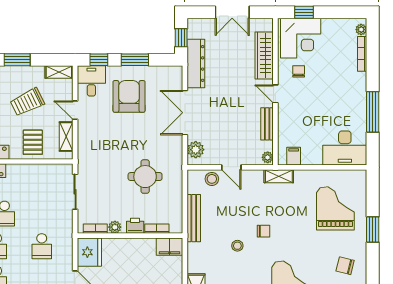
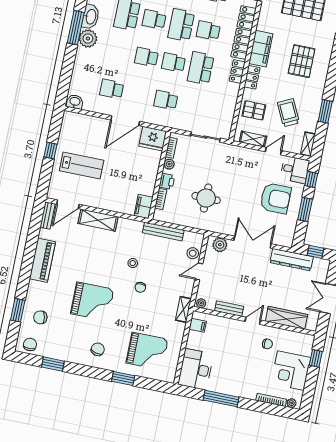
corner desk: (301, 38) -> (291, 371), moved

